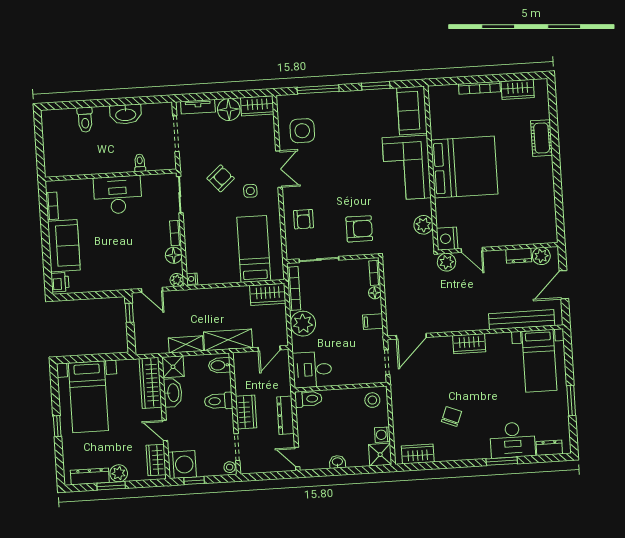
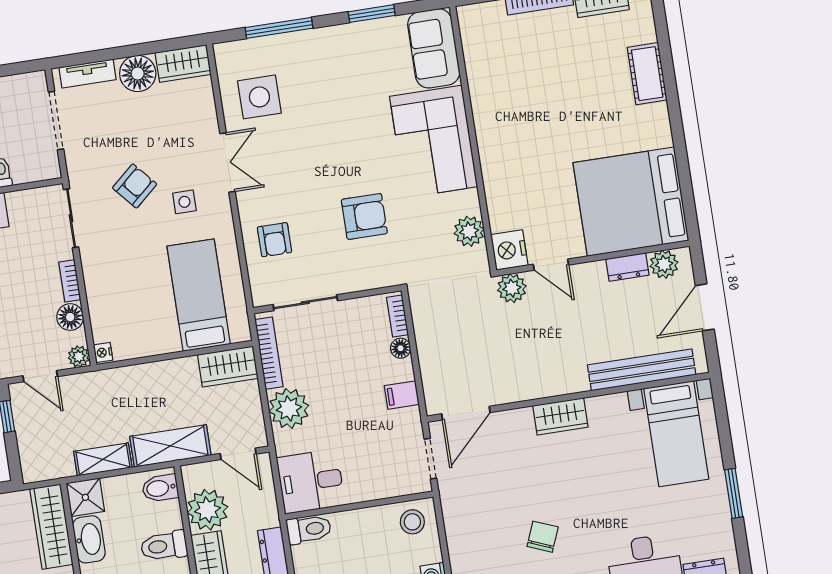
bed: (464, 167) -> (631, 202), moved, turned 180
armchair: (359, 229) -> (364, 216), moved
door: (269, 349) -> (238, 454), hinge flipped
plant: (247, 381) -> (207, 510), added

